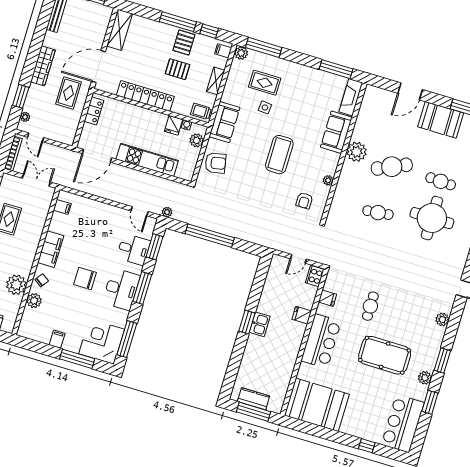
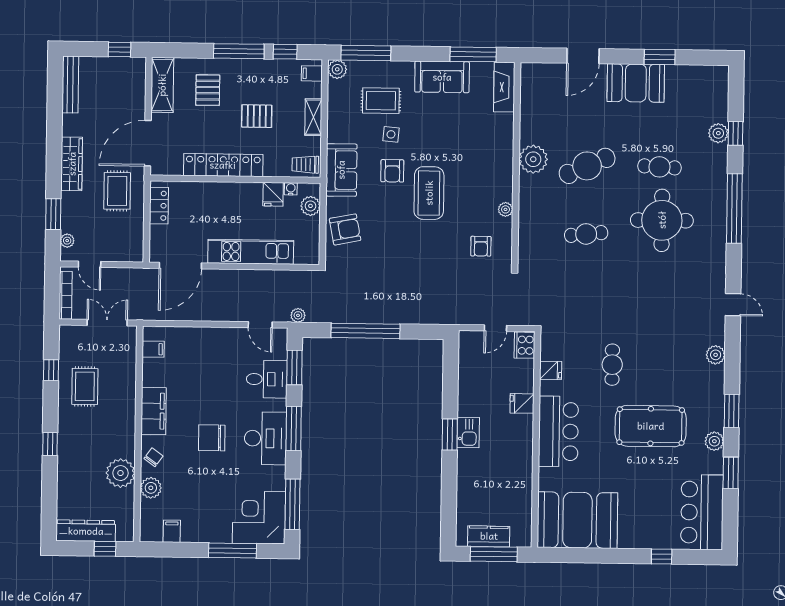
pallet: (184, 43) -> (208, 90), moved
armchair: (259, 132) -> (392, 171), added
sofa: (336, 132) -> (442, 77), moved, turned -90
filing cabinet: (57, 339) -> (172, 531), moved

